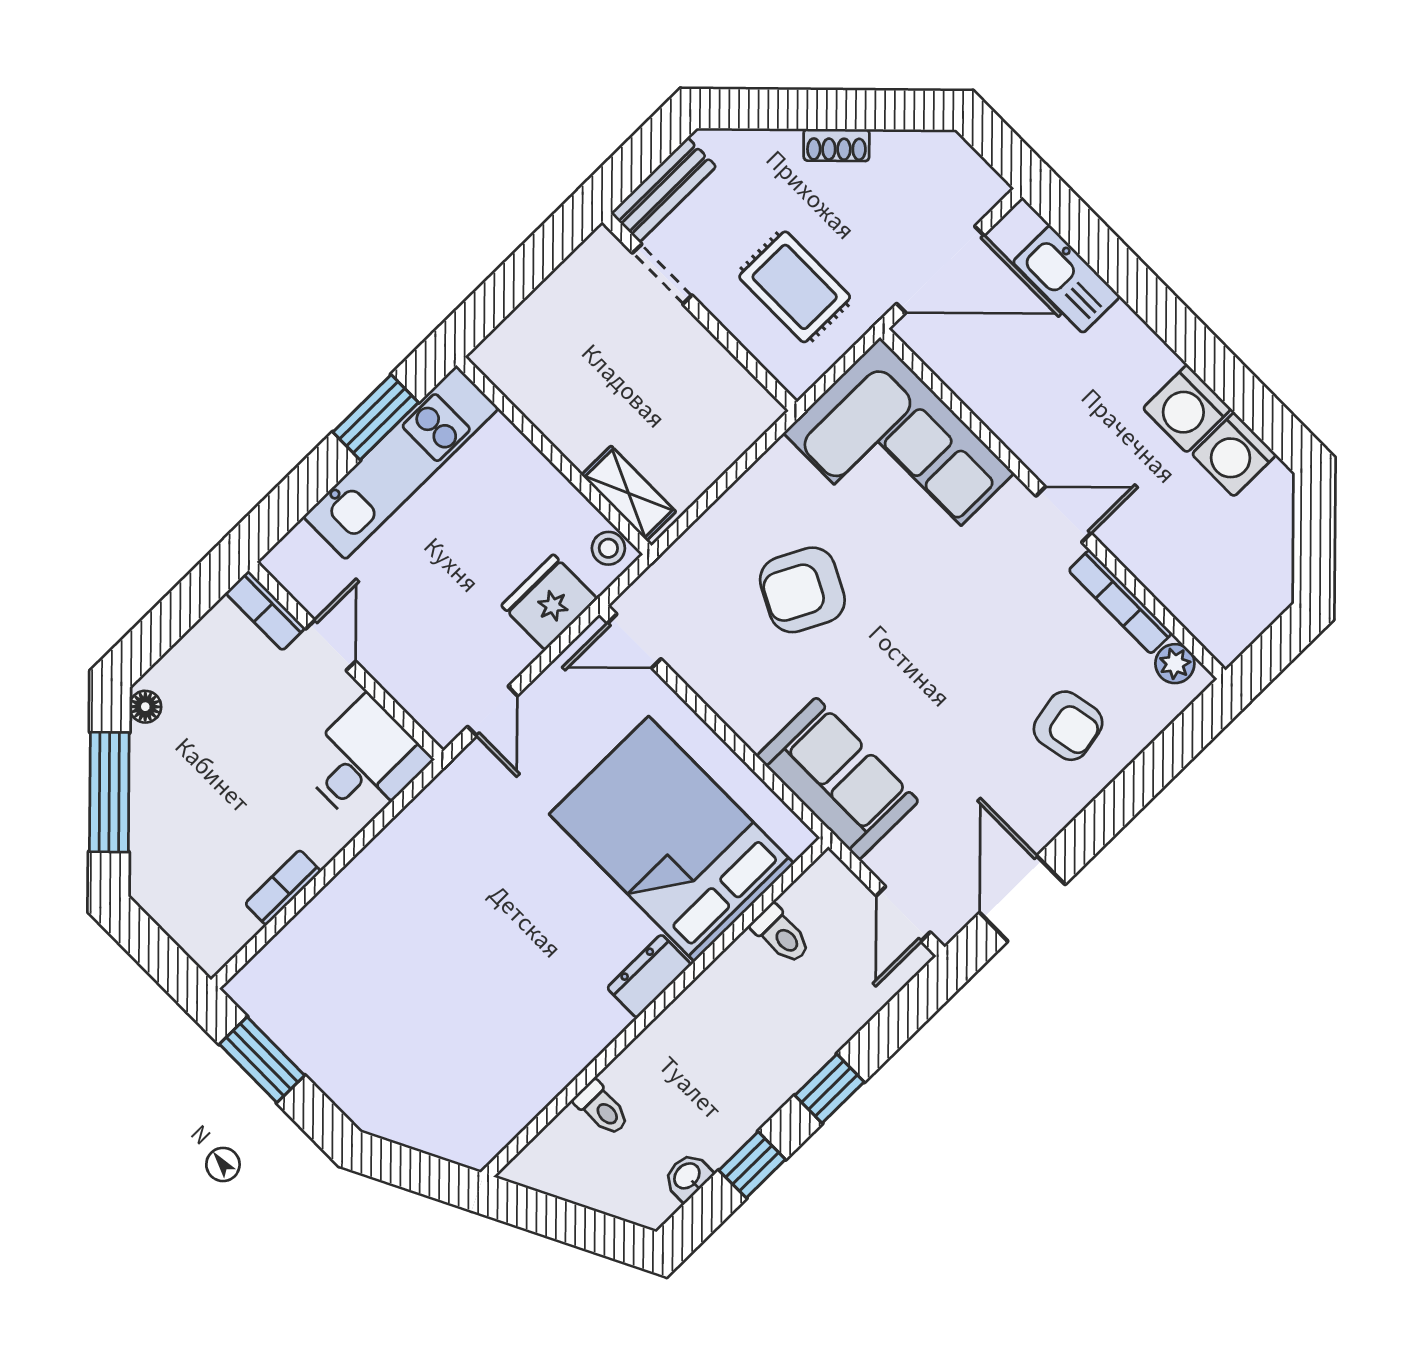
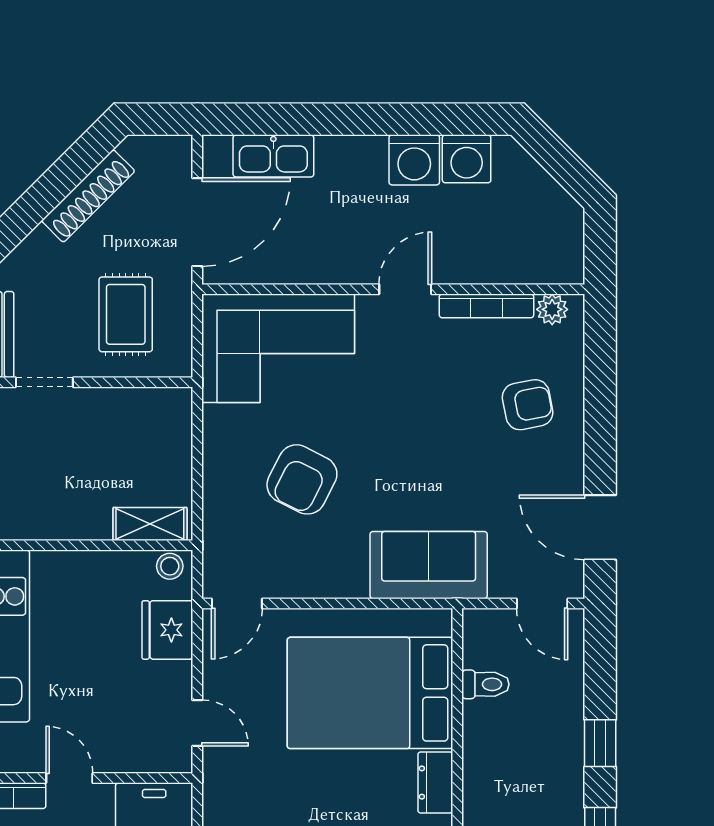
shoe rack: (836, 145) -> (88, 196), width x1.94, depth x1.24
rug: (795, 287) -> (126, 314), turned 90

